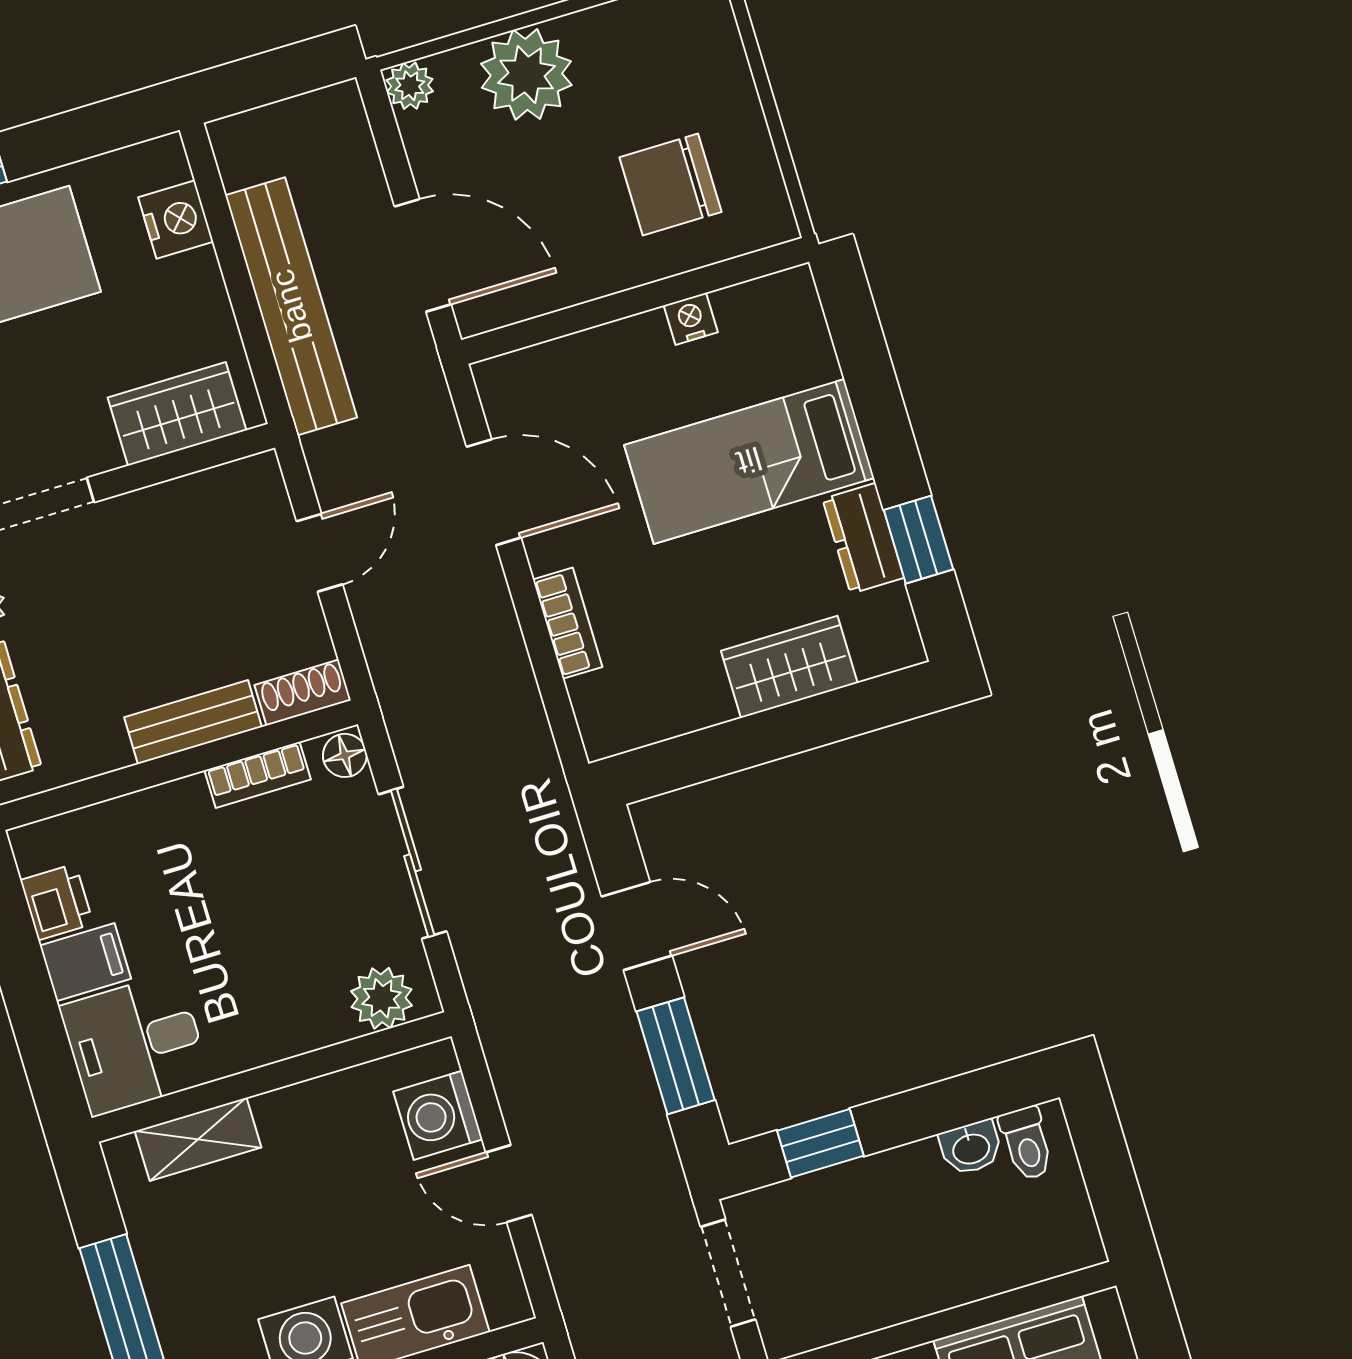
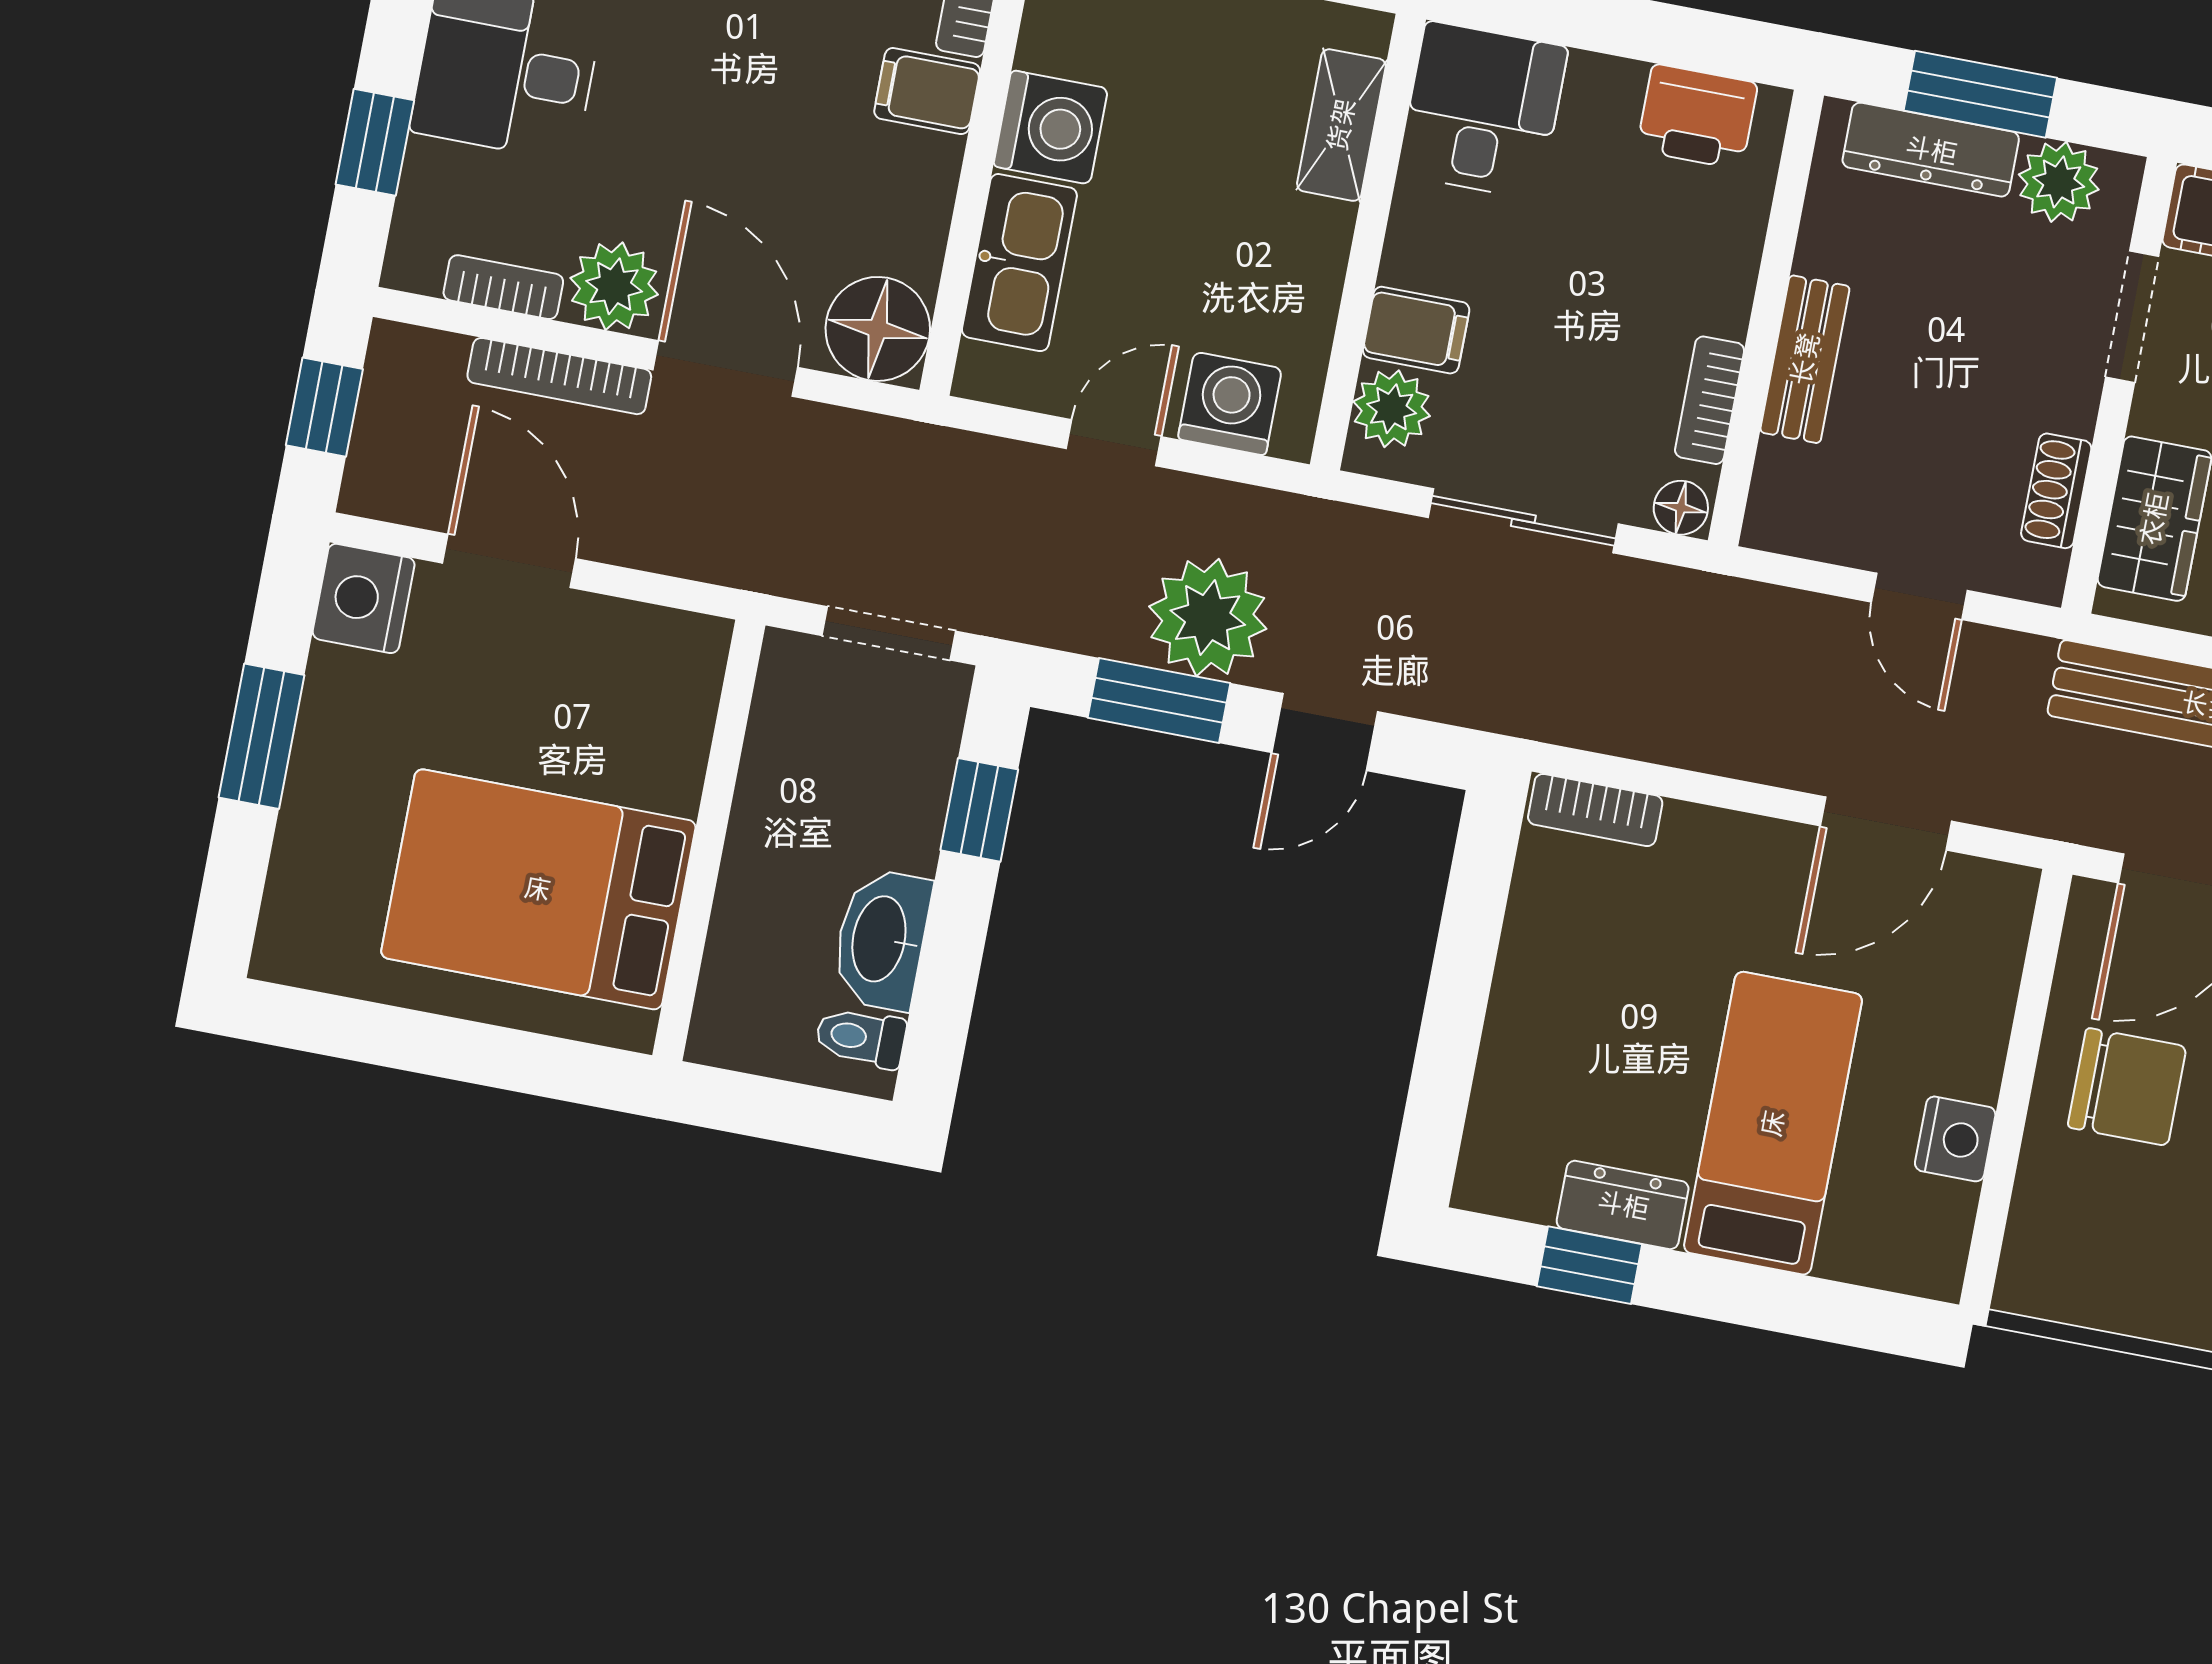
chair: (670, 185) -> (2127, 1087), moved, turned 90
nightstand: (691, 319) -> (1955, 1139), width x1.39, depth x1.35
bookcase: (568, 623) -> (1595, 810), moved
wardrobe: (789, 667) -> (1523, 1049), removed
shoe rack: (303, 693) -> (2056, 491), moved, turned 180
printer: (57, 902) -> (1697, 117), width x1.36, depth x1.24
filing cabinet: (85, 962) -> (1416, 330), moved, turned -90
plant: (599, 1052) -> (1208, 618), added
washbasin: (971, 1148) -> (881, 939), width x1.91, depth x1.45

